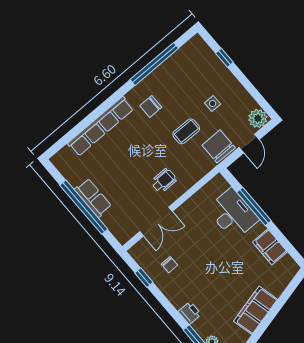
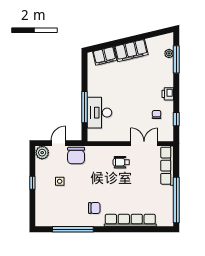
window: (224, 58) -> (32, 183), moved
coffee table: (186, 131) -> (87, 178), removed
row of seats: (93, 198) -> (167, 166), moved, width x1.48
window: (84, 207) -> (176, 200), moved
filing cabinet: (270, 247) -> (105, 56), moved, turned 77
printer: (190, 313) -> (168, 94), moved

